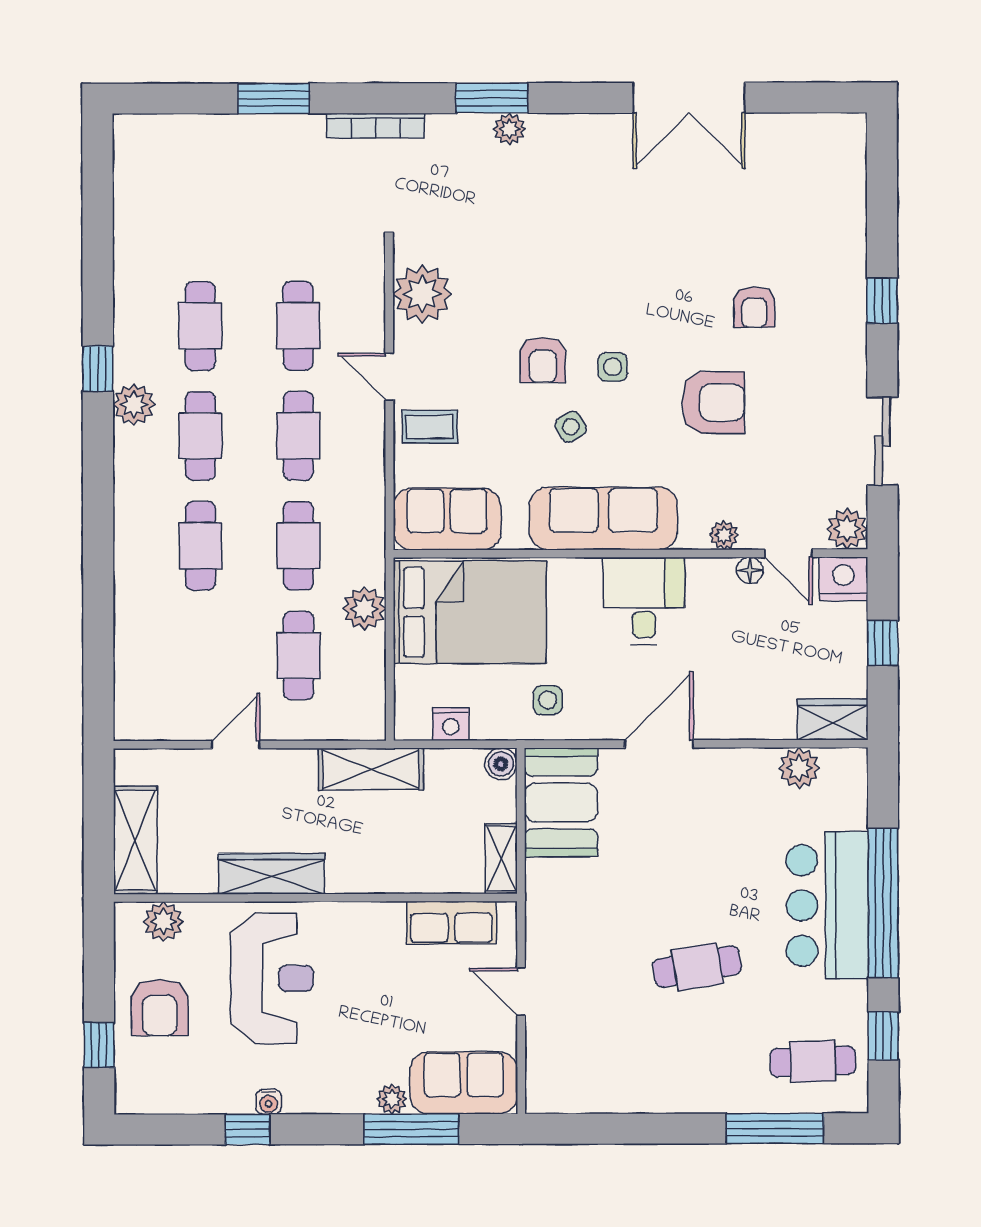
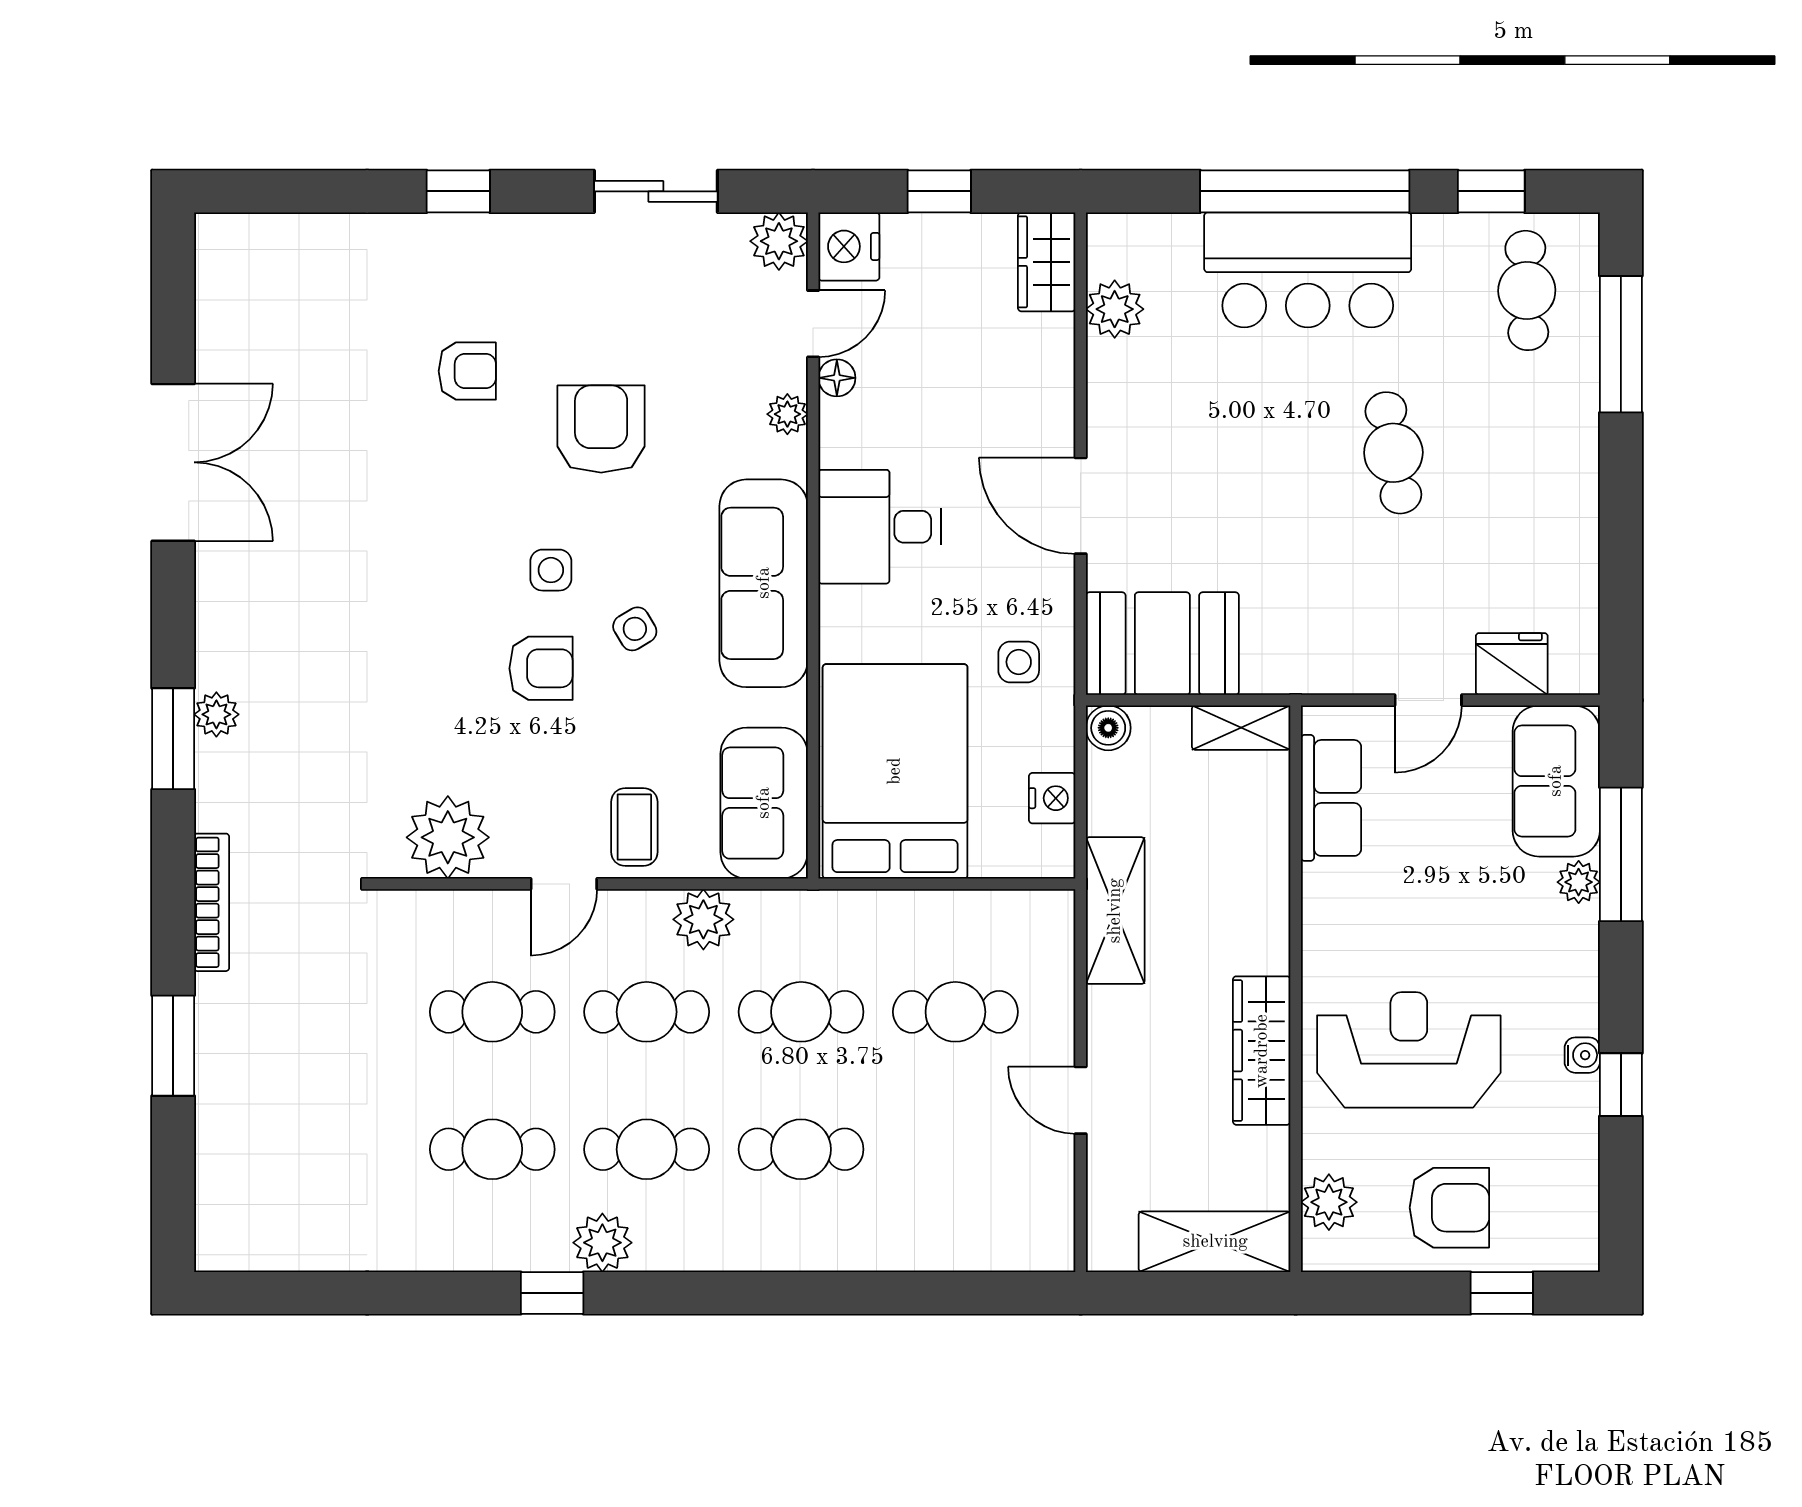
plant: (364, 609) -> (703, 919), moved
fridge: (547, 1051) -> (1512, 664), added

